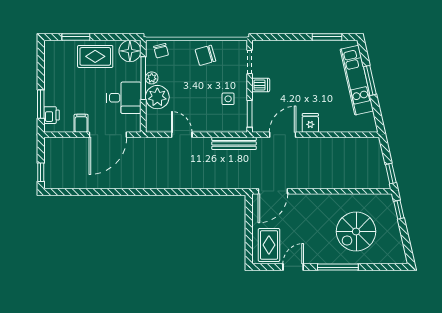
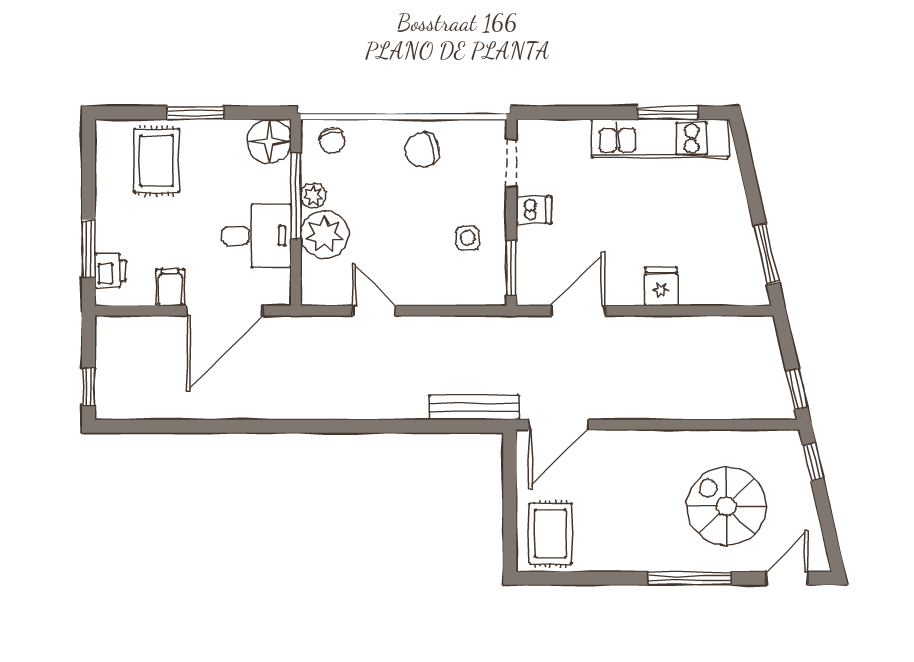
window: (76, 37) -> (196, 113), moved
rug: (95, 56) -> (156, 161), moved, turned 90
kitchen unit: (357, 80) -> (660, 138), moved, turned -77
window: (370, 80) -> (766, 254), moved
fridge: (310, 123) -> (661, 287), moved
bench: (234, 143) -> (474, 407), moved
spiral stairs: (356, 232) -> (726, 506), turned 90
door: (293, 267) -> (787, 578), moved

